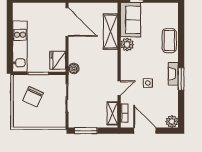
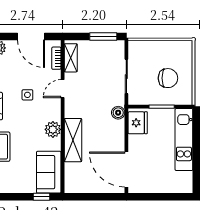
shelving: (111, 32) -> (73, 140), moved
plant: (127, 45) -> (53, 129), moved
chair: (33, 97) -> (168, 78), turned 65

